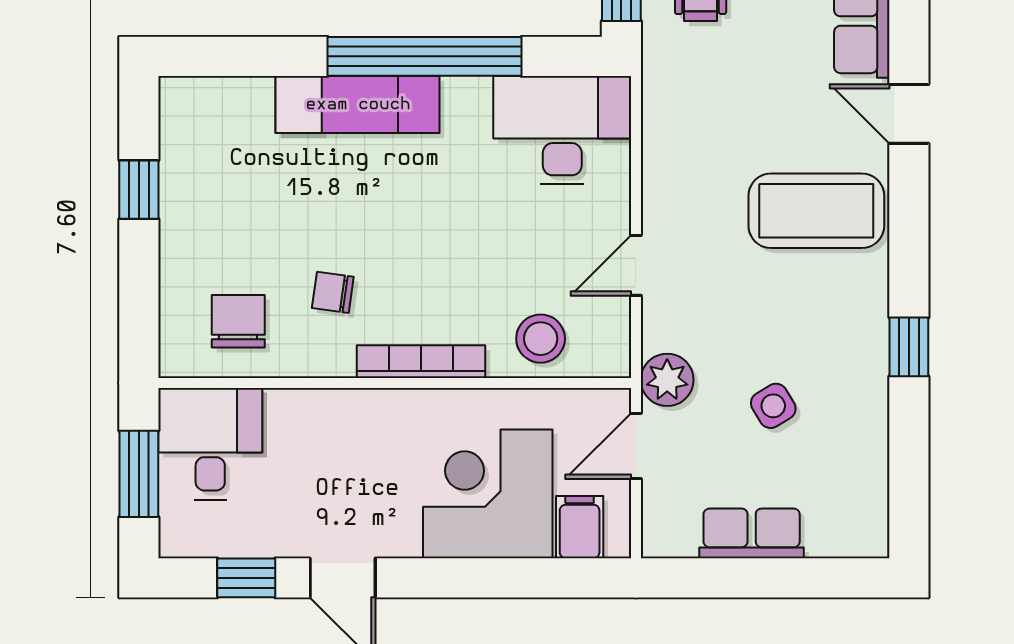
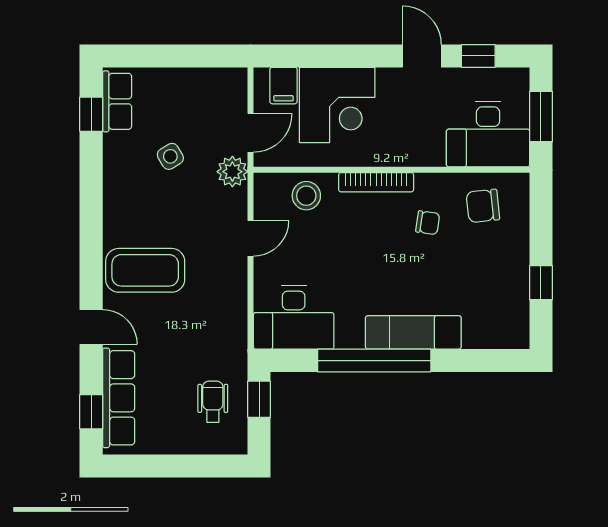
chair: (238, 321) -> (483, 206), turned 84
window: (909, 347) -> (91, 114), moved
desk: (210, 444) -> (488, 134), width x1.37
row of seats: (752, 533) -> (117, 101), moved, turned -90

